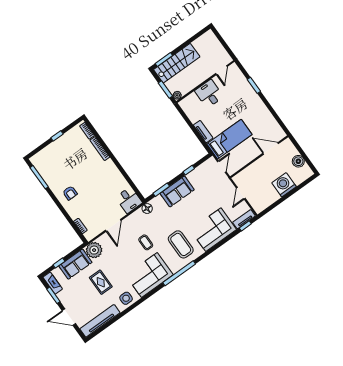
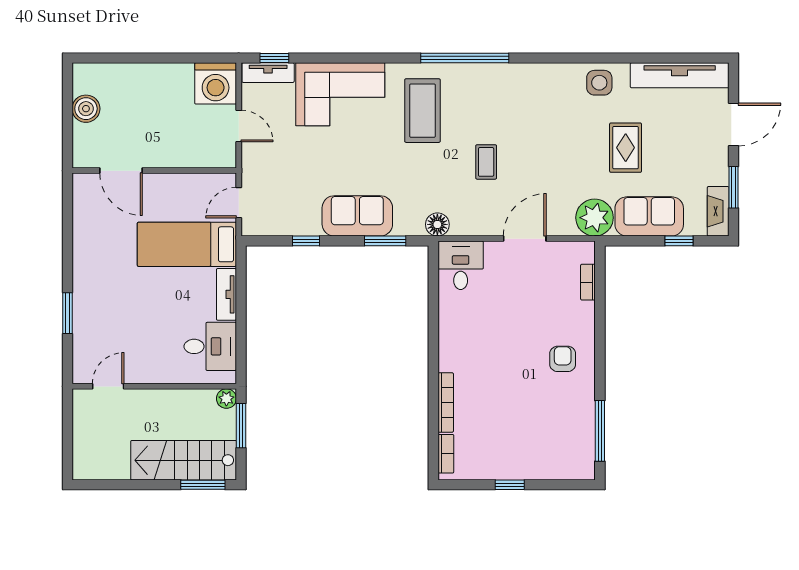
desk: (209, 94) -> (210, 346), moved, turned -90
washing machine: (284, 185) -> (216, 83), moved
door: (241, 193) -> (239, 126), hinge flipped
corner sofa: (149, 275) -> (524, 95), removed
door: (69, 317) -> (733, 125), hinge flipped

